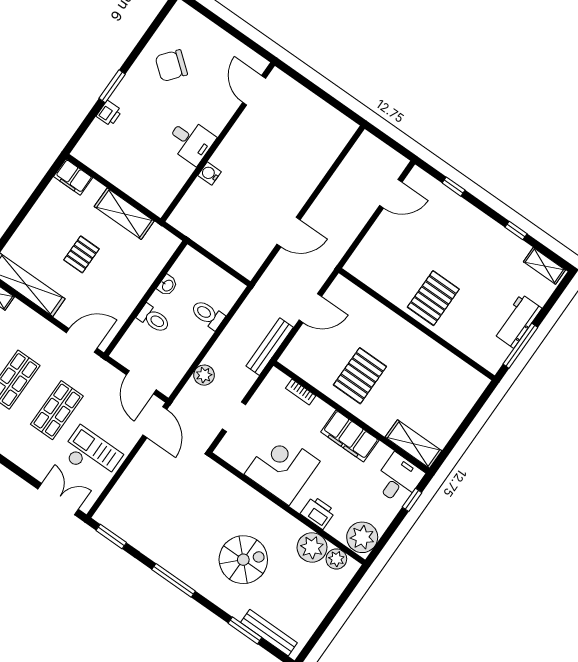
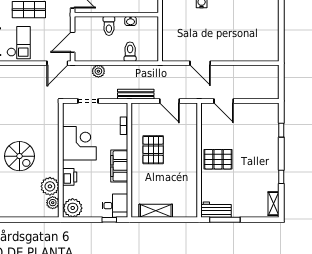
door: (391, 194) -> (224, 101), moved
workbench: (517, 321) -> (216, 210), moved
pallet: (360, 376) -> (153, 150), turned 90
shelving: (414, 444) -> (156, 211), moved, turned 90

